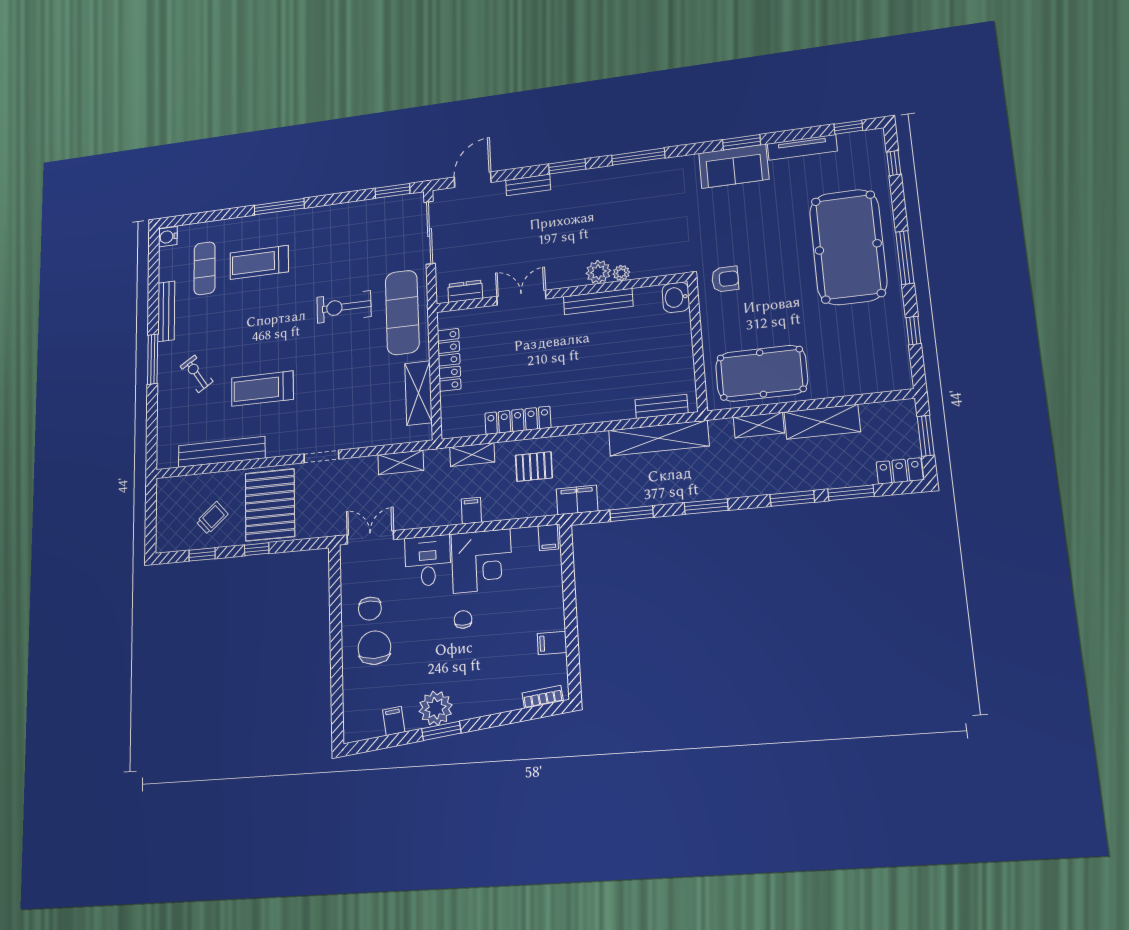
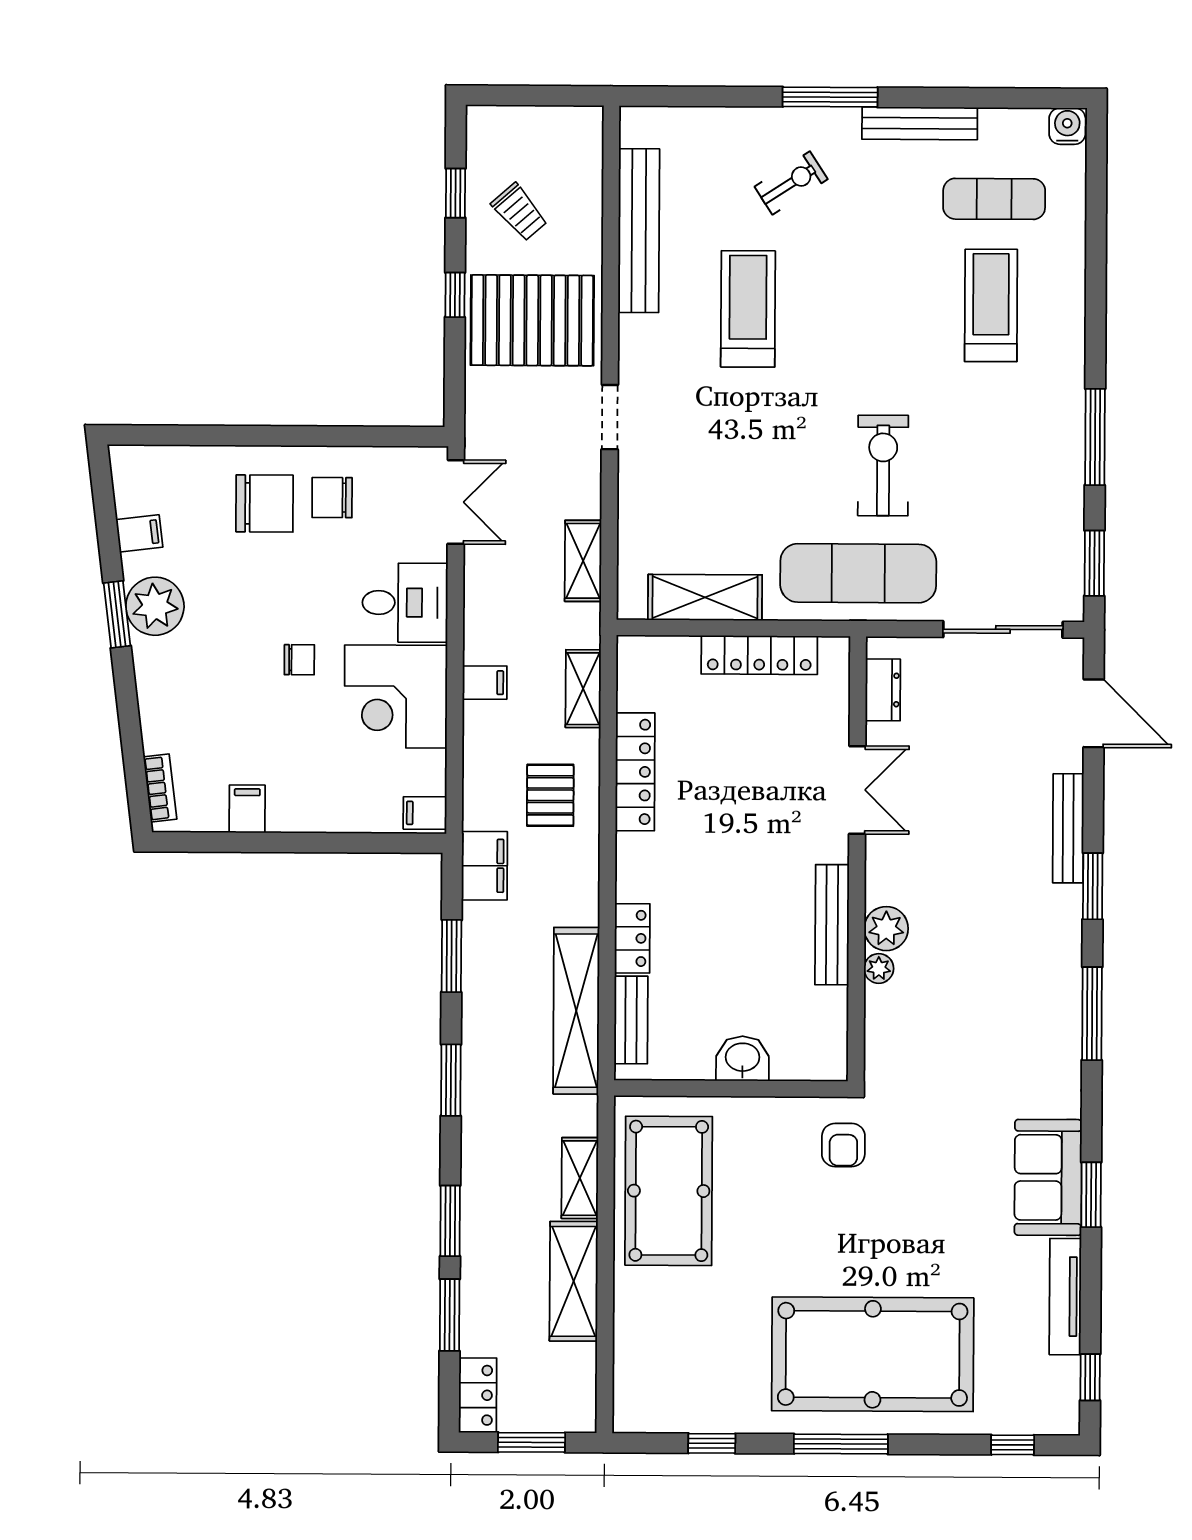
bench: (528, 185) -> (1068, 828), width x1.36
window: (279, 207) -> (1095, 437), moved
washbasin: (676, 297) -> (743, 1058), moved
locker: (614, 411) -> (632, 938), added

